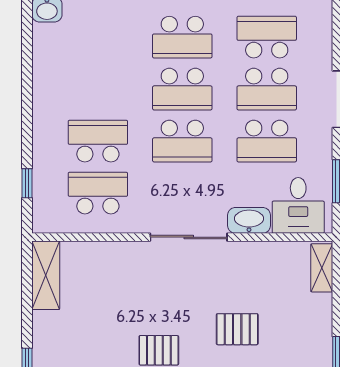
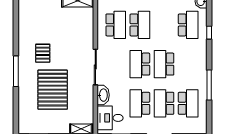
school desk: (182, 37) -> (188, 25), moved, turned 180
pallet: (237, 329) -> (53, 90), width x2.05, depth x2.00

